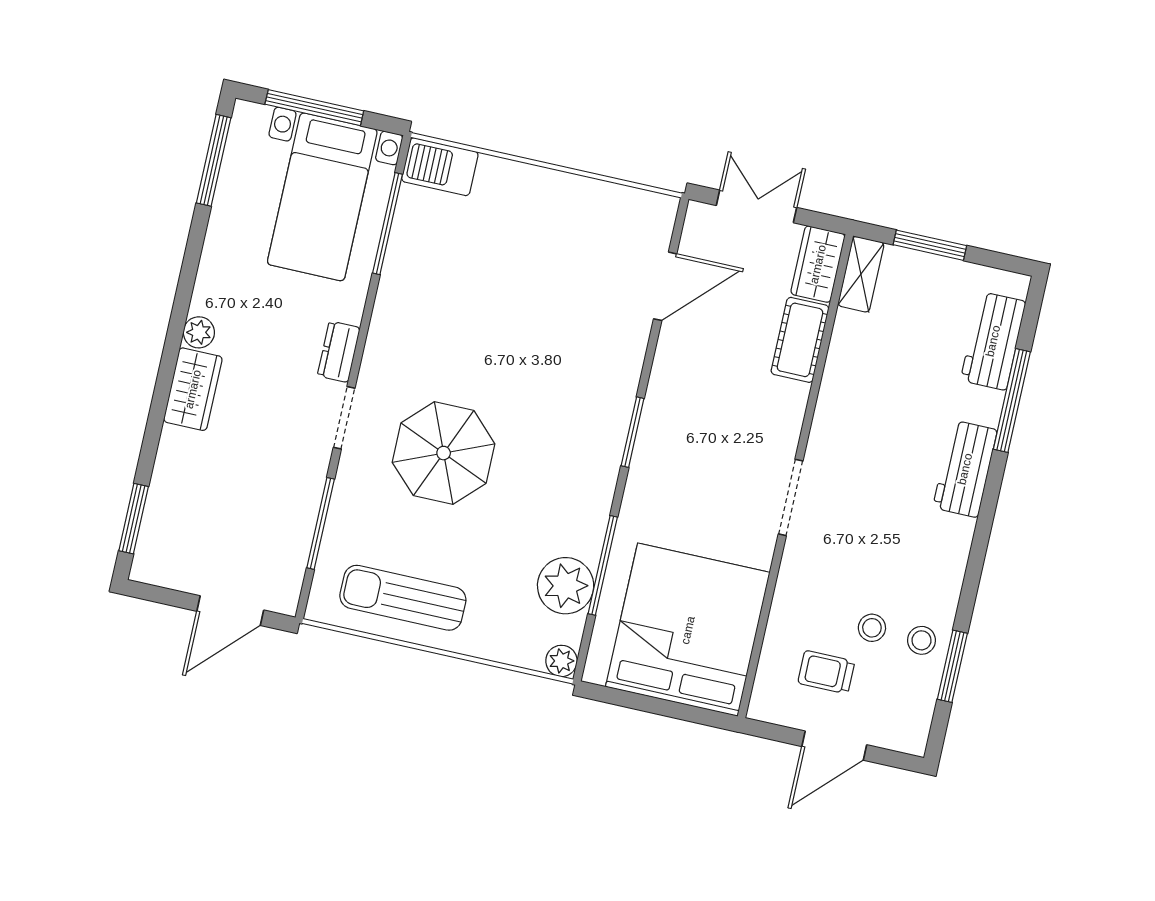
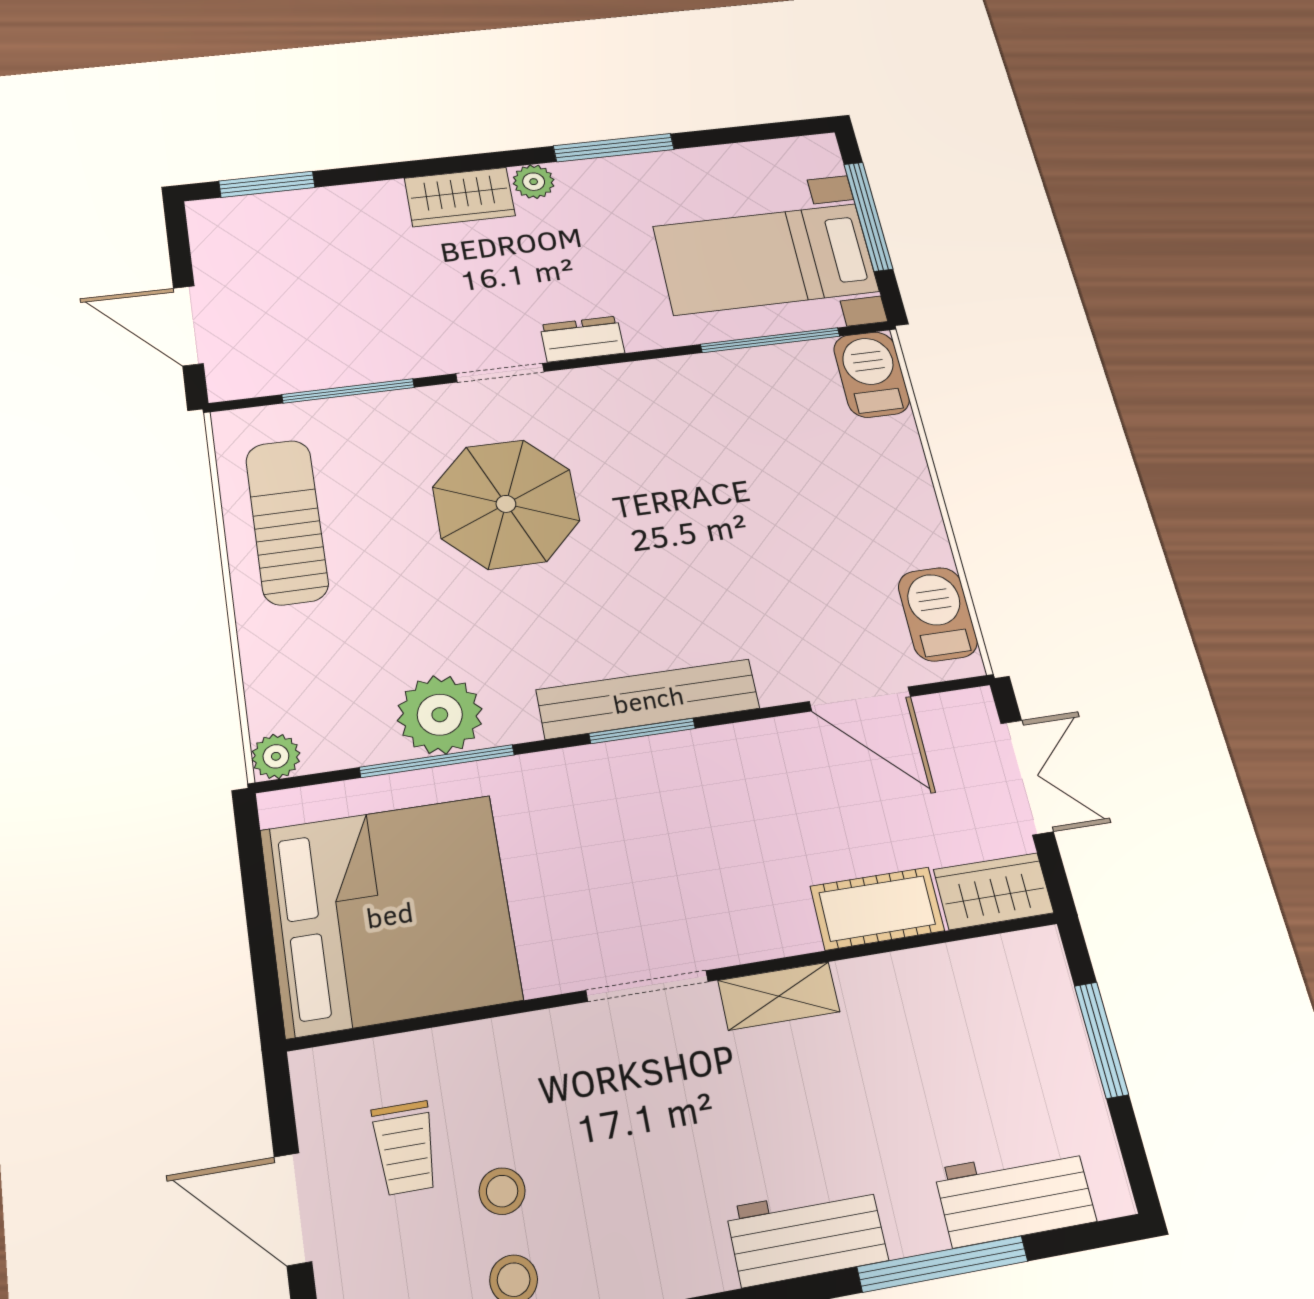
window: (214, 160) -> (614, 148), moved
barbecue: (628, 208) -> (938, 614), added
shelving: (861, 274) -> (779, 996), moved
bench: (613, 419) -> (648, 699), added
plant: (566, 586) -> (440, 715), moved
trolley: (826, 672) -> (405, 1148), turned 180

